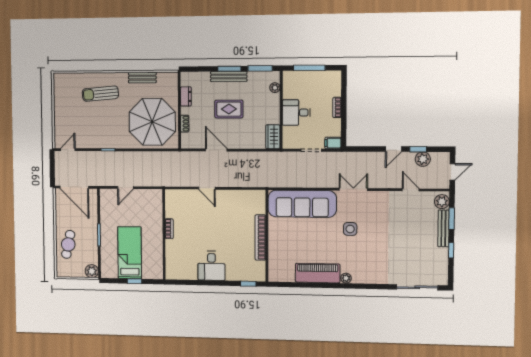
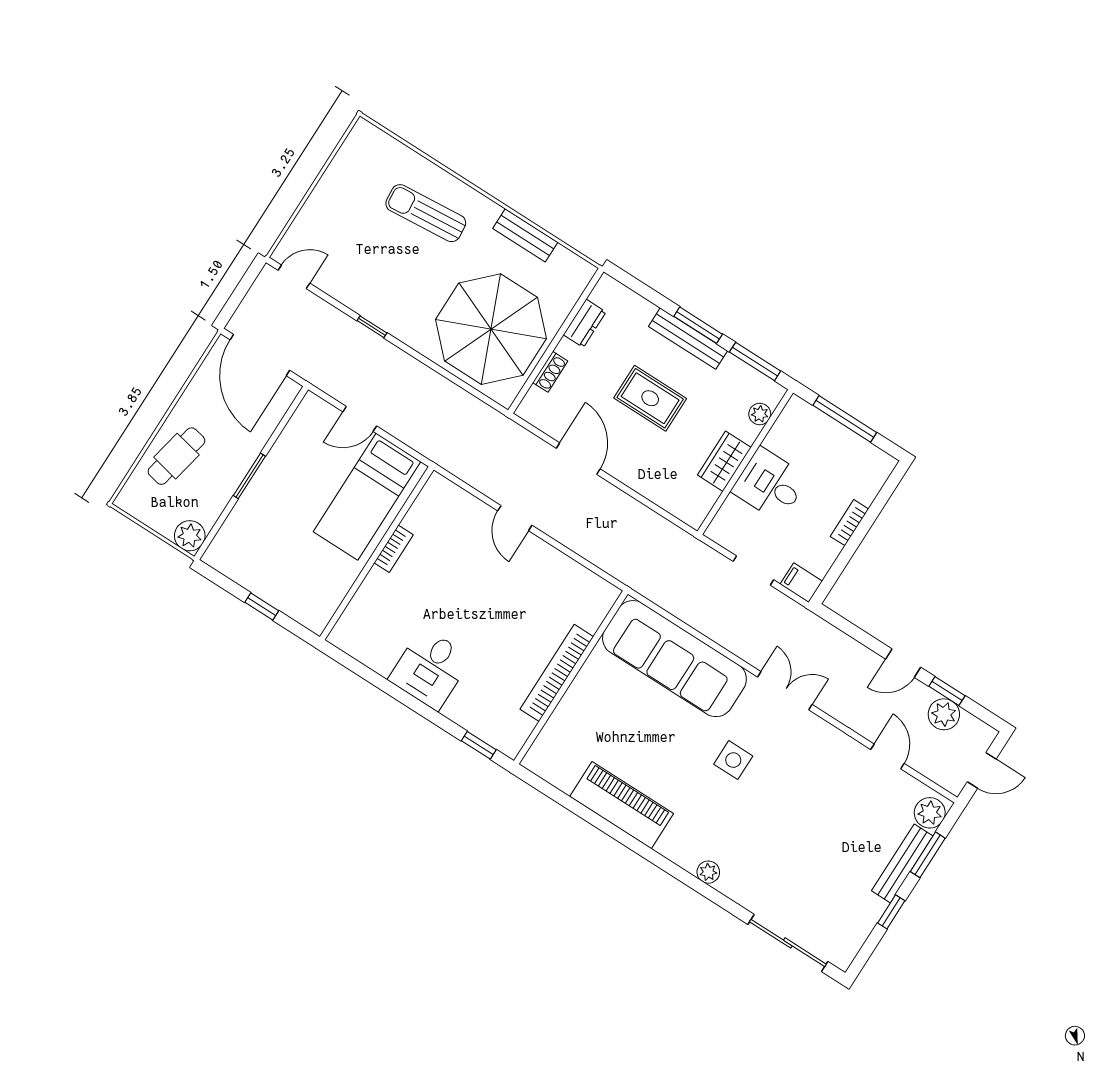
wardrobe: (273, 137) -> (724, 461), moved
bed: (130, 253) -> (367, 497), moved, turned 180
plant: (346, 278) -> (708, 872), moved

